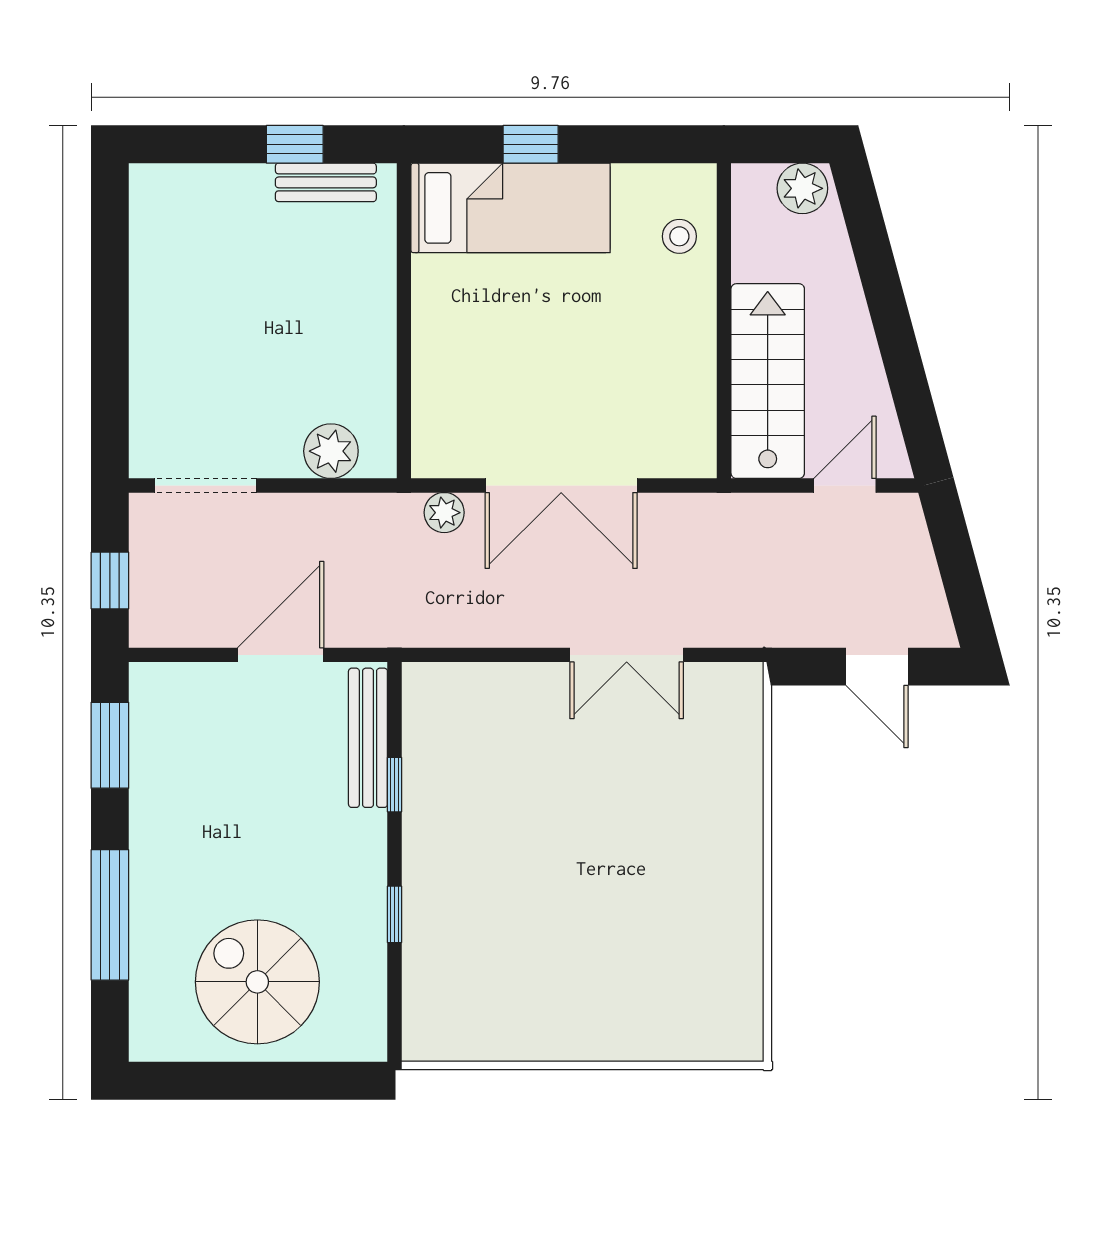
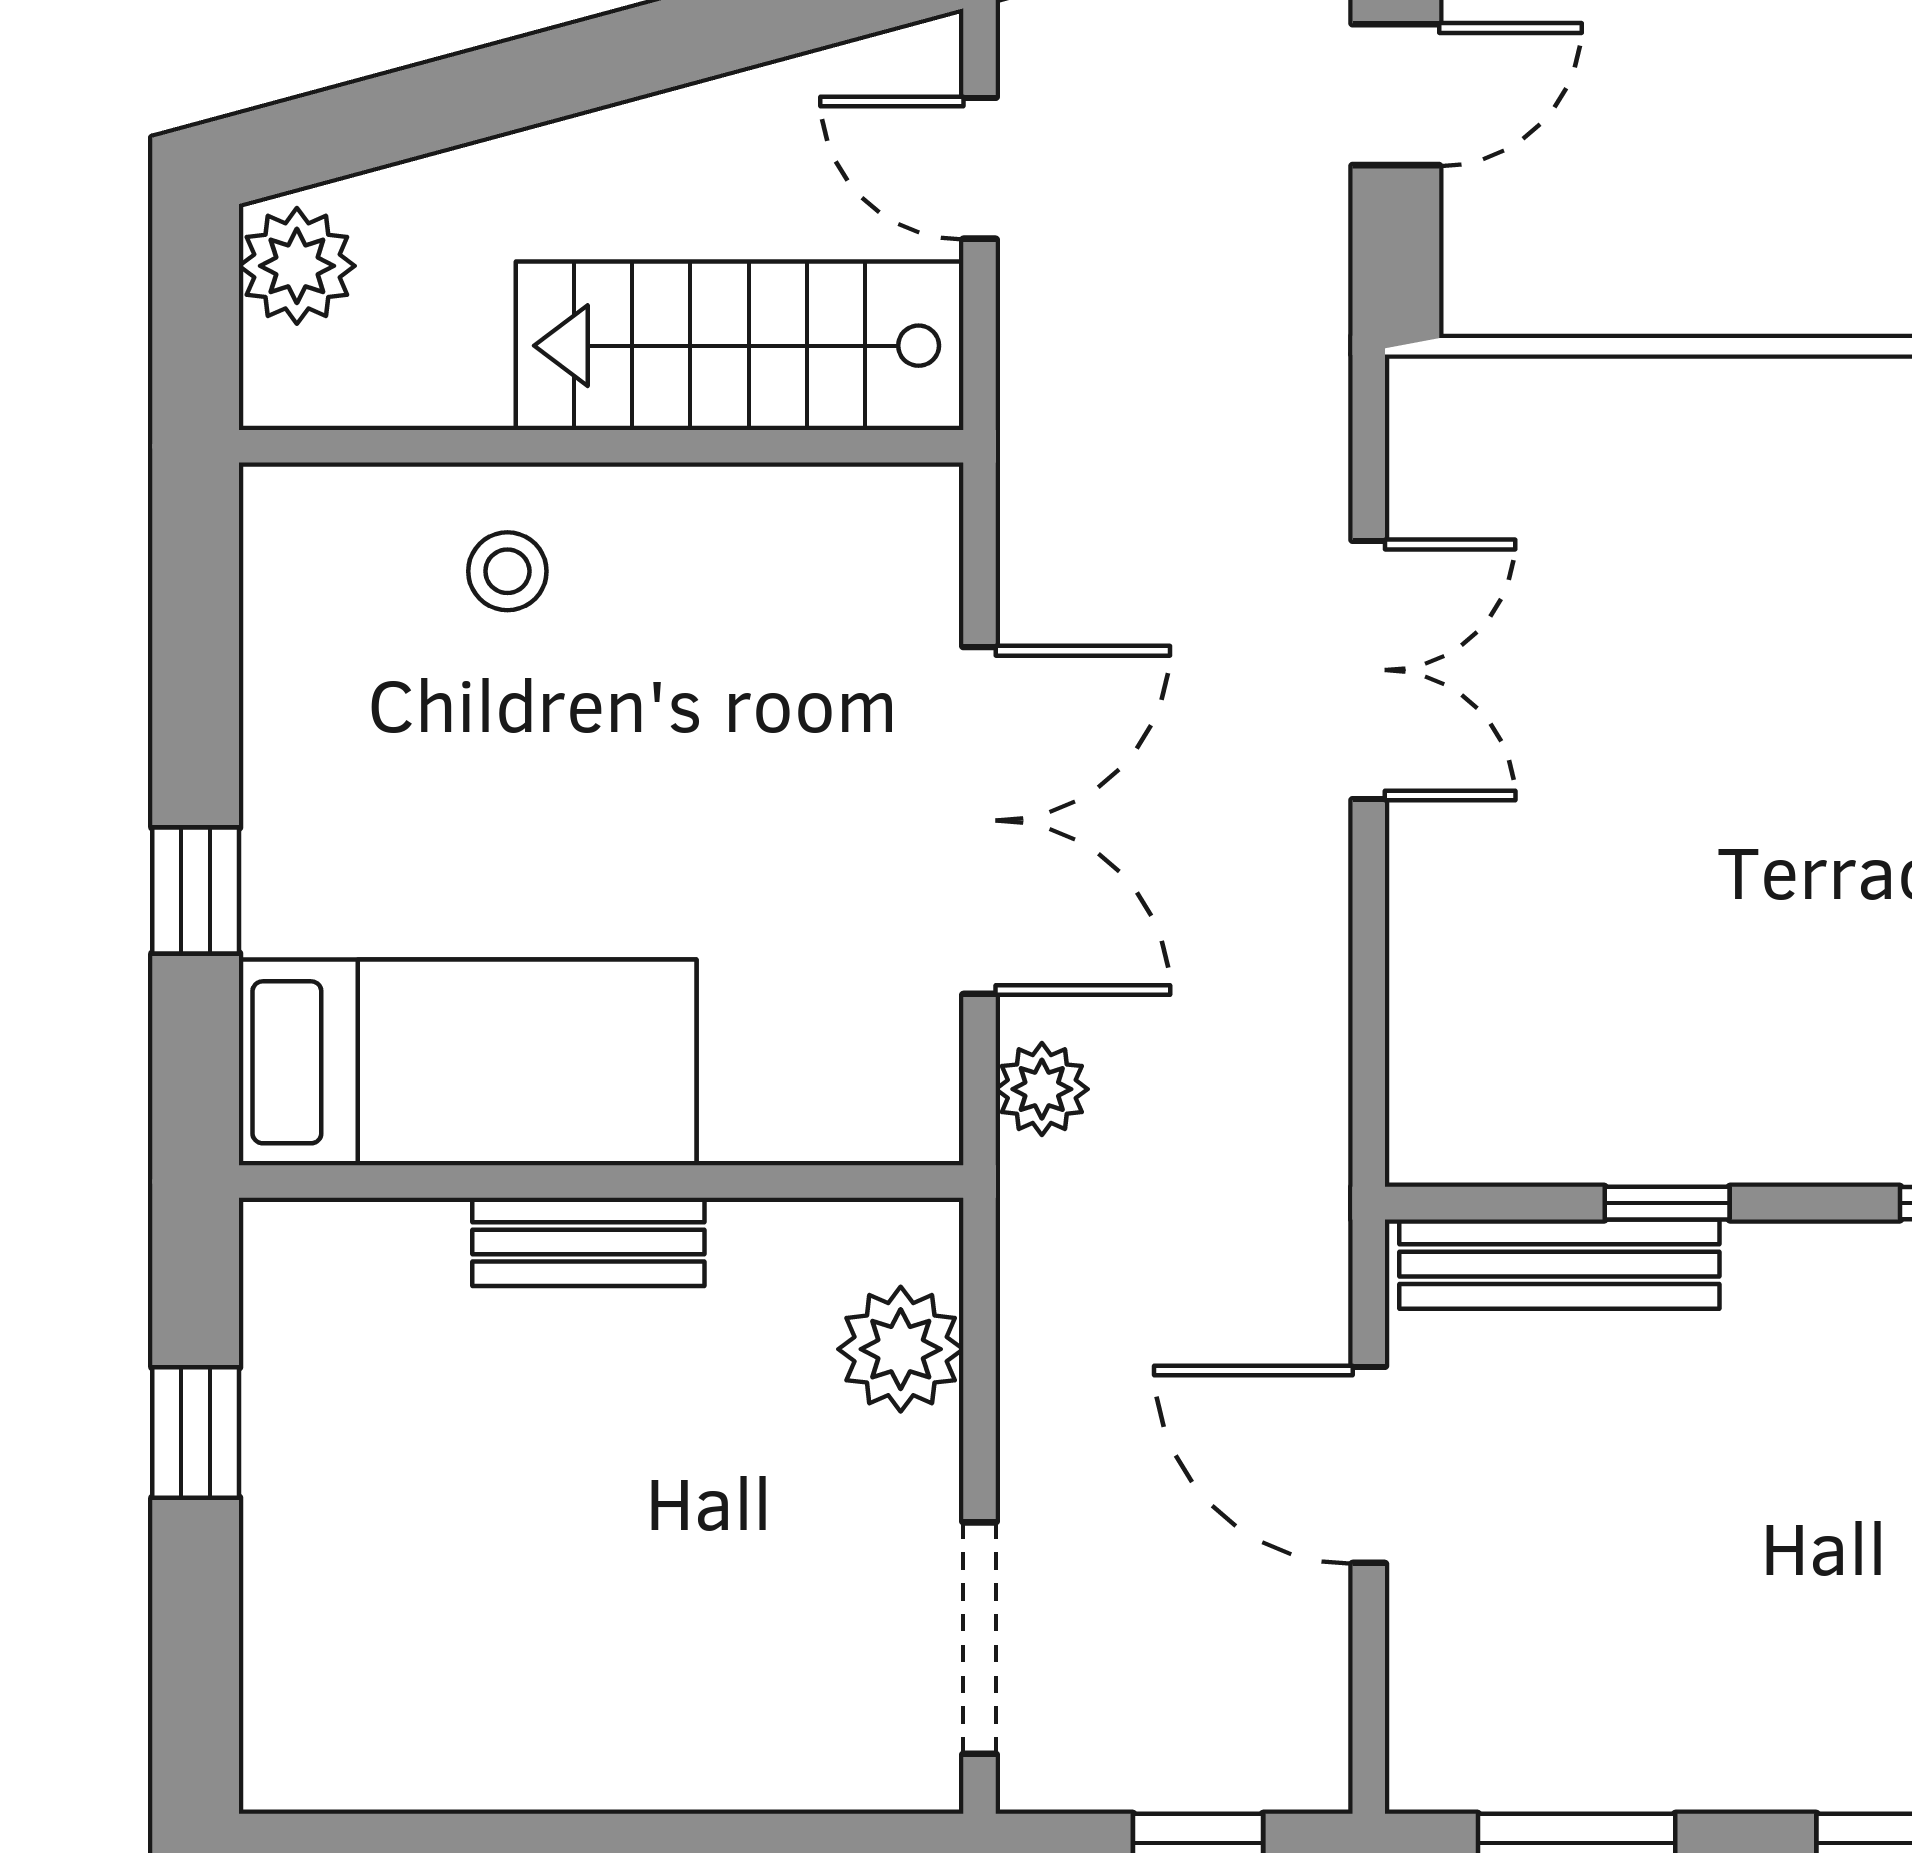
bench: (326, 182) -> (588, 1242), moved, turned 90
bed: (511, 208) -> (468, 1062), moved, turned 90
stool: (679, 236) -> (507, 571), moved

